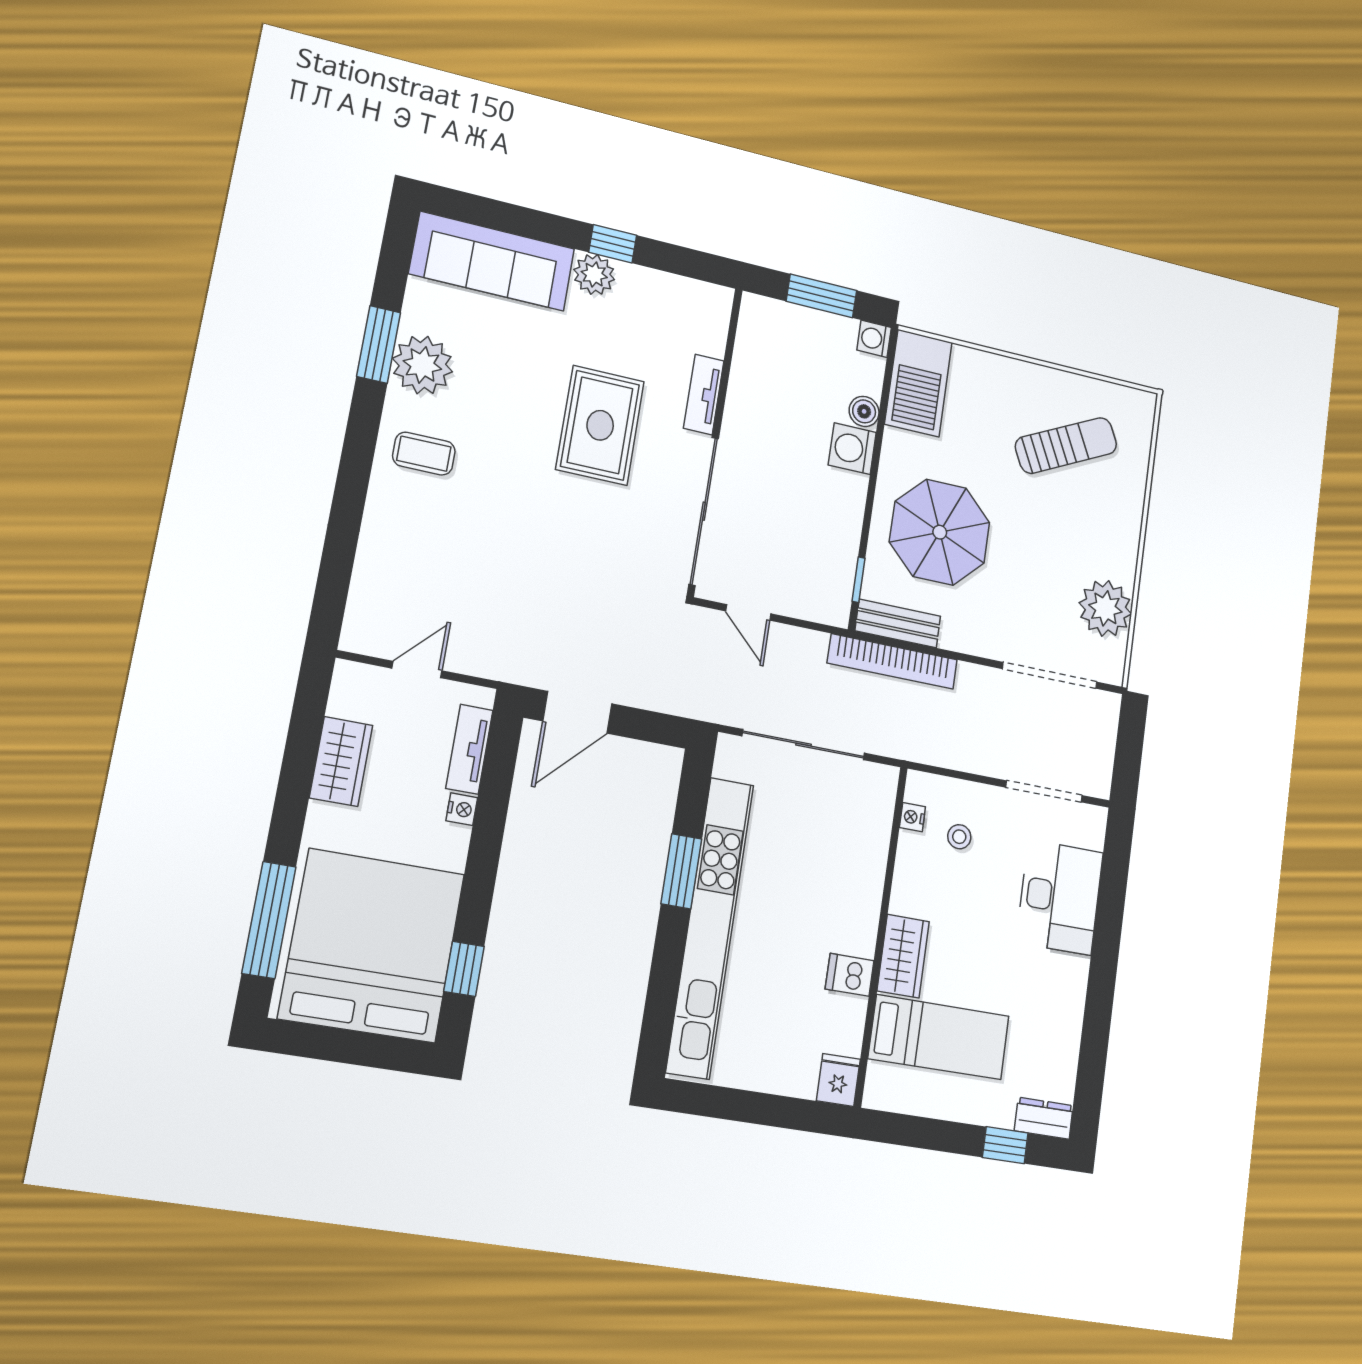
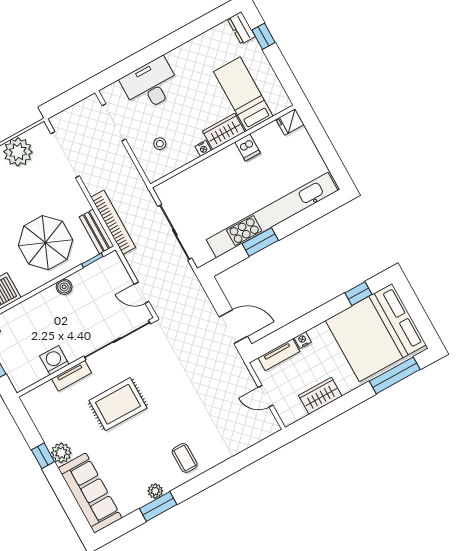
plant: (422, 365) -> (155, 491), width x0.53, depth x0.53
boiler: (864, 411) -> (64, 287), moved
washing machine: (852, 449) -> (54, 360), moved, turned 180
door: (748, 612) -> (142, 293), swing flipped
nightstand: (912, 817) -> (203, 148), moved

